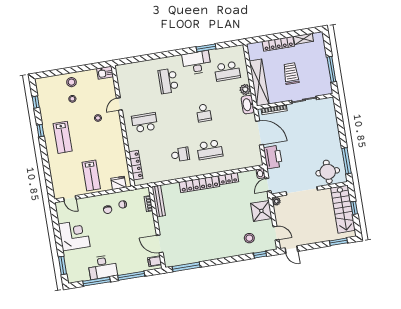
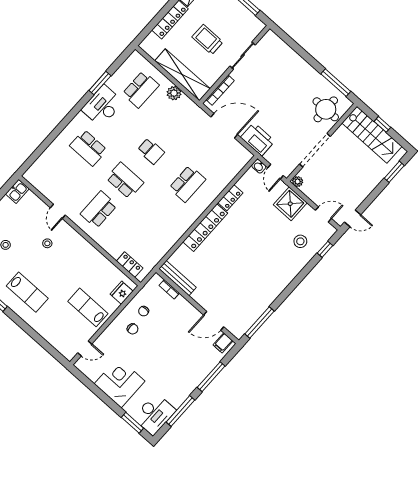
washbasin: (248, 105) -> (189, 107), removed
school desk: (180, 155) -> (125, 180), moved, width x1.85
locker: (136, 165) -> (130, 265), width x0.66
lab bench: (91, 176) -> (88, 307), turned 180
desk: (103, 267) -> (154, 414), moved

